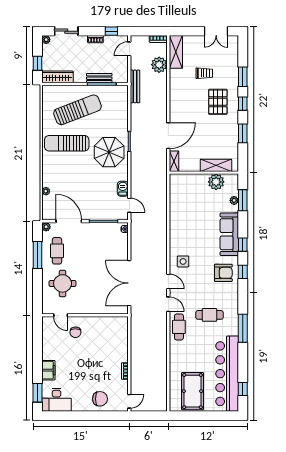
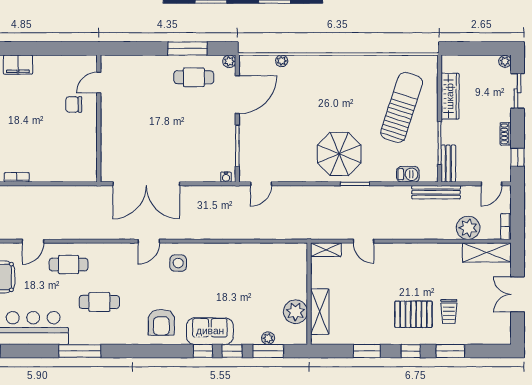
double door: (216, 31) -> (518, 294), moved
door: (129, 49) -> (491, 184), swing flipped
window: (37, 63) -> (470, 48), removed
trolley: (204, 73) -> (449, 311), moved
wardrobe: (57, 77) -> (450, 96), moved
bench: (99, 78) -> (448, 164), moved
sun lounger: (77, 110) -> (402, 107), turned -141
door: (168, 136) -> (364, 241), width x0.53
sun lounger: (67, 143) -> (352, 92), removed
barbecue: (123, 189) -> (408, 174), moved
sofa: (229, 234) -> (210, 331), width x0.73
window: (243, 272) -> (232, 351), moved
round table: (63, 283) -> (146, 85), removed
double door: (129, 283) -> (146, 184), swing flipped
door: (168, 304) -> (33, 241), moved
cafe table: (209, 315) -> (99, 302), turned 90
cafe table: (179, 327) -> (69, 265), moved

